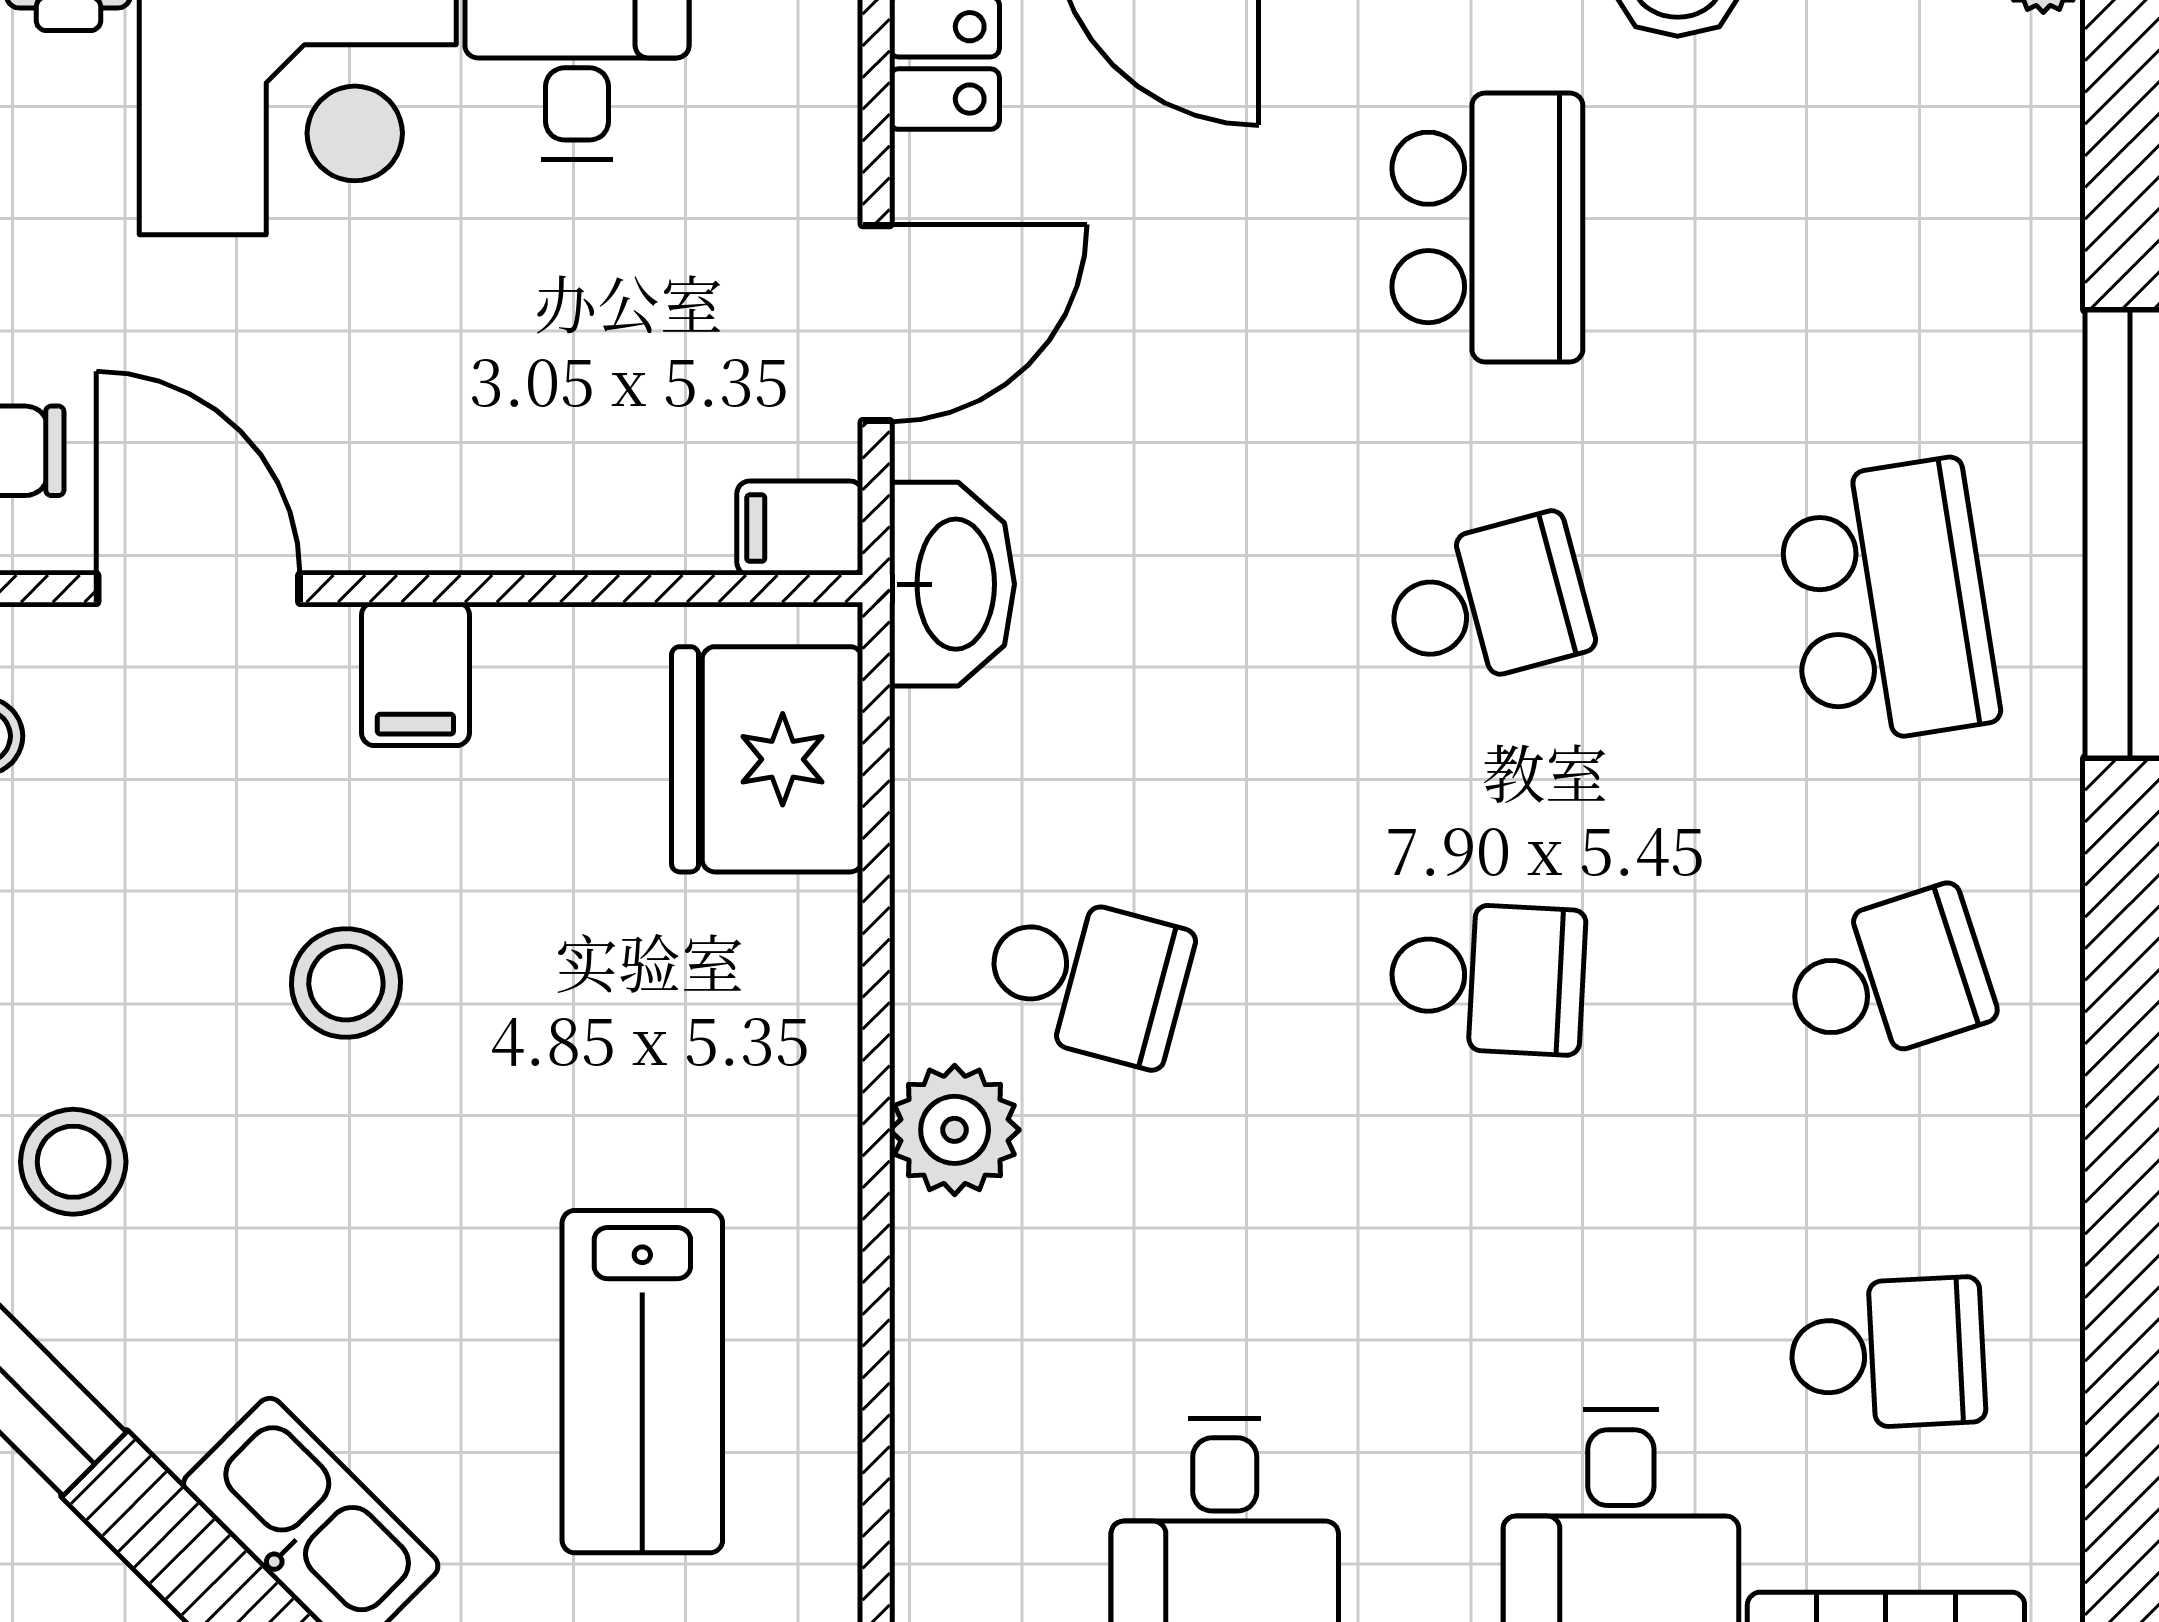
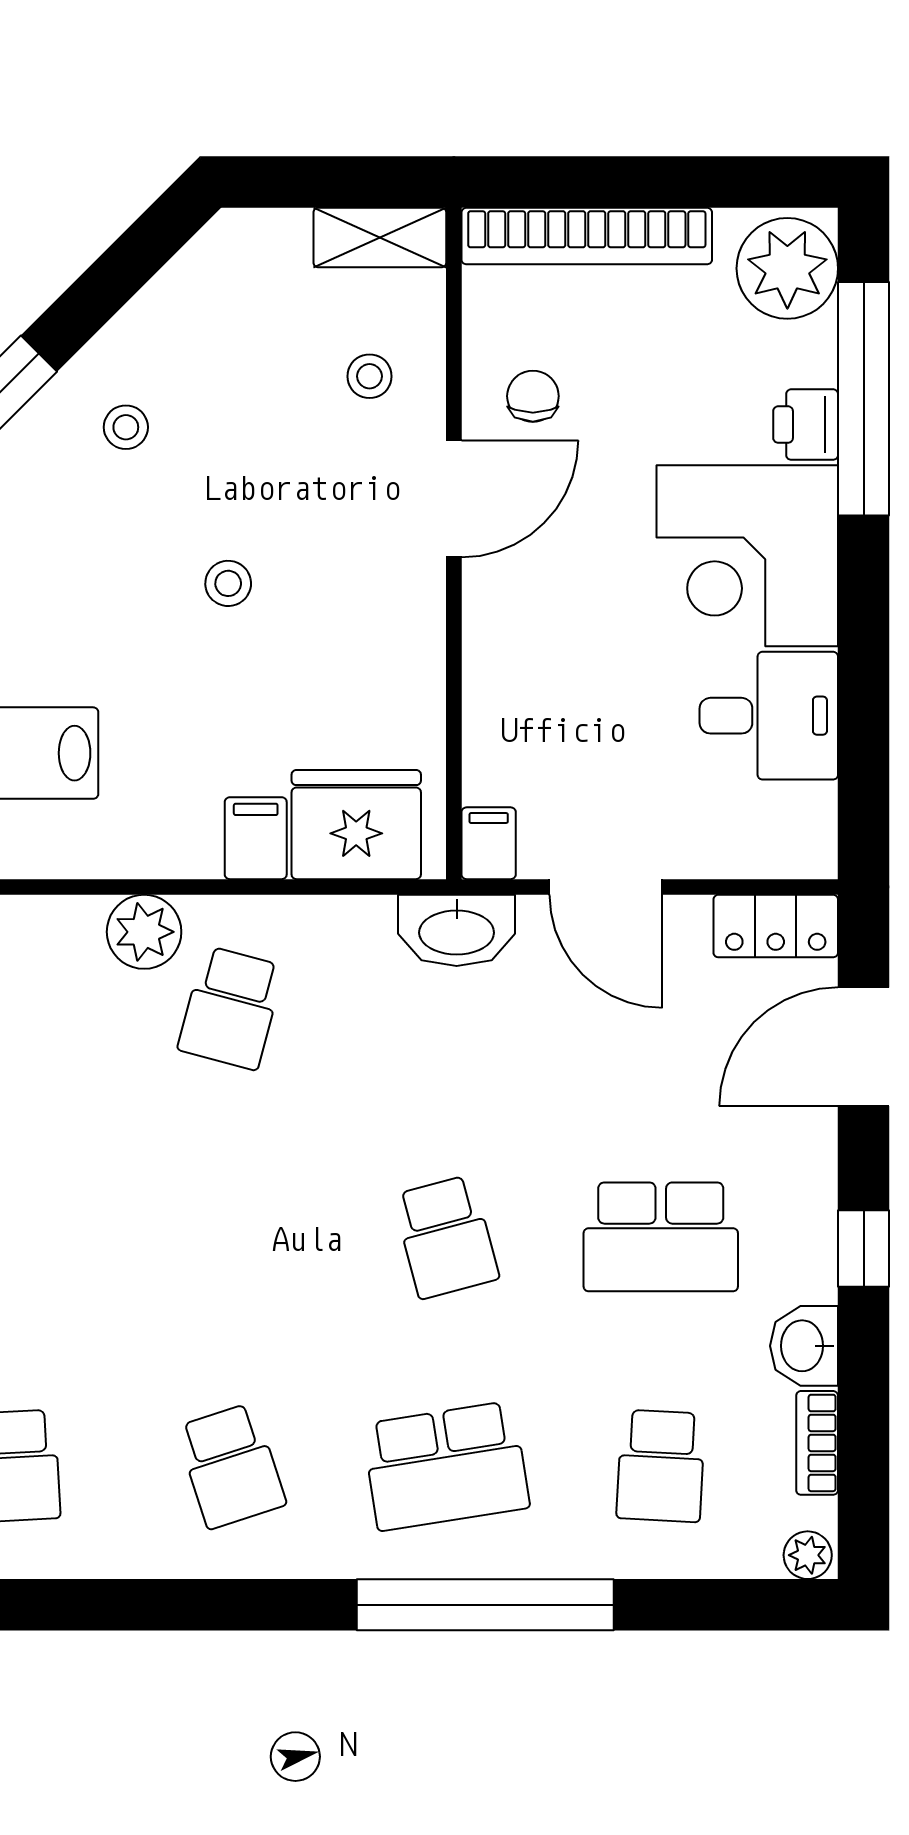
filing cabinet: (415, 674) -> (256, 838), moved, turned 90
school desk: (1487, 978) -> (661, 1466), moved
stool: (346, 983) -> (228, 583), width x0.73, depth x0.73
stool: (73, 1162) -> (126, 427), width x0.73, depth x0.73

